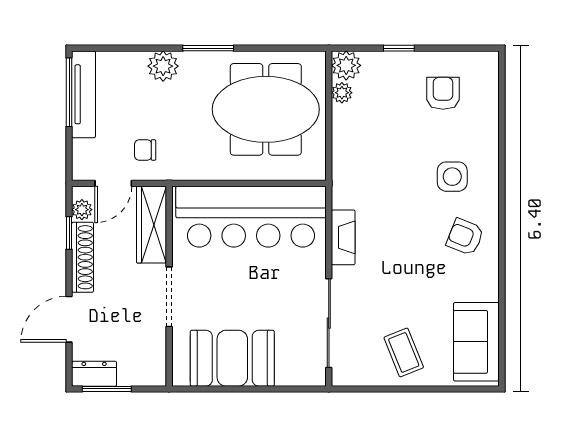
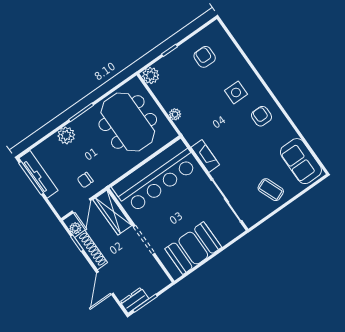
plant: (342, 93) -> (175, 114), moved
meeting table: (266, 109) -> (128, 122), turned 90
armchair: (465, 237) -> (262, 116), turned 68

